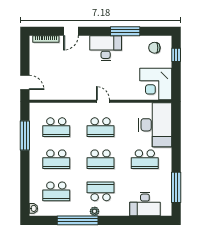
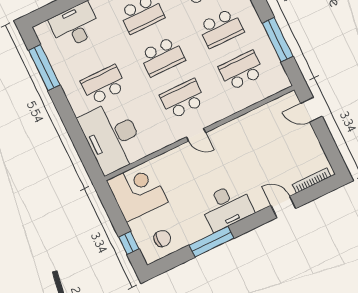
door: (71, 31) -> (283, 207), hinge flipped
school desk: (56, 159) -> (221, 28), turned 180
school desk: (101, 159) -> (162, 56), turned 180

